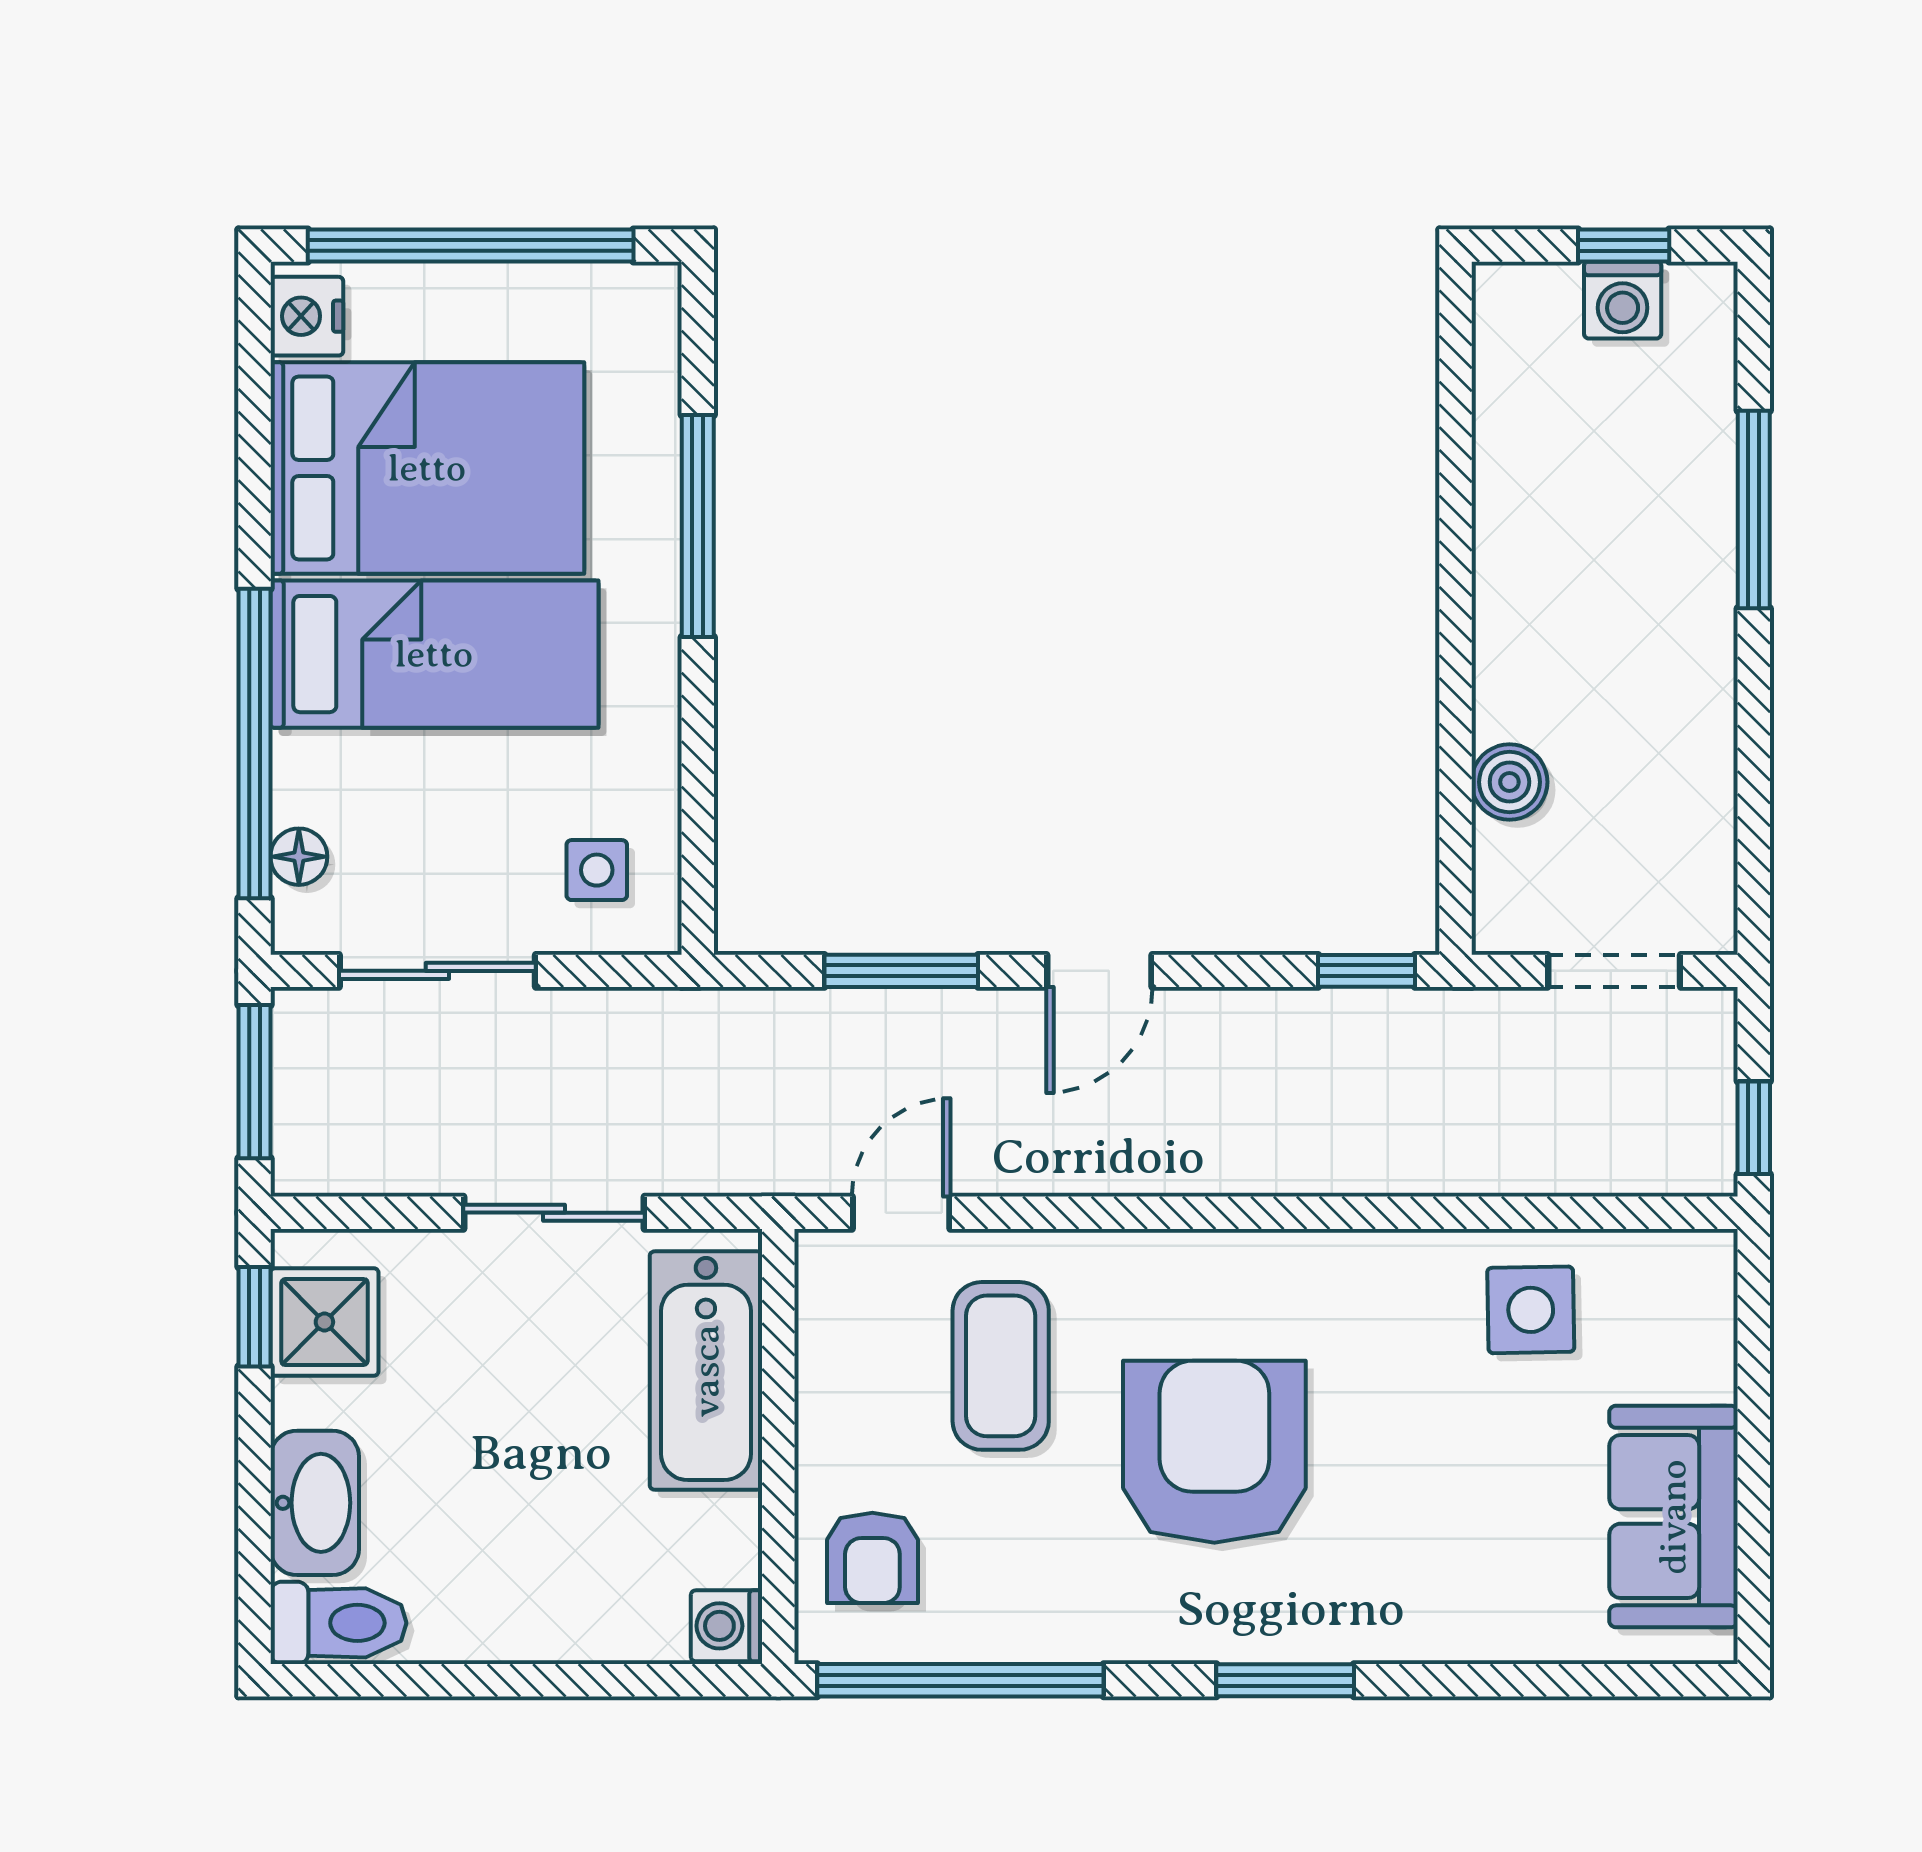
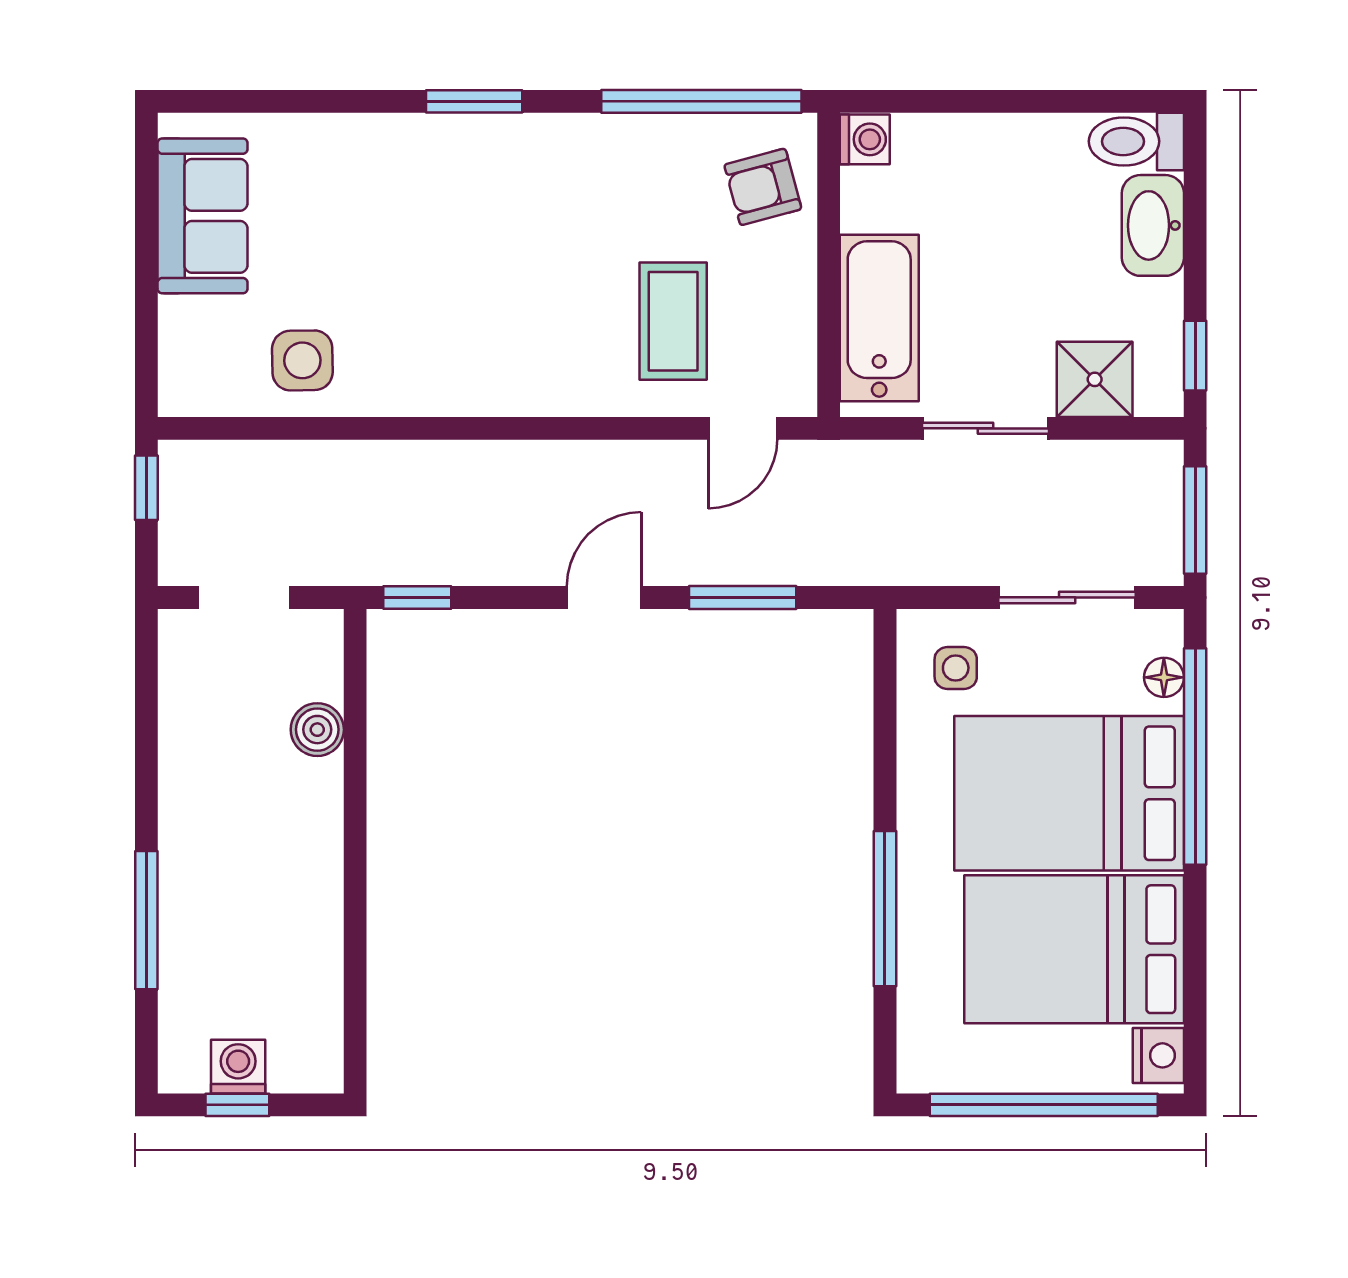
bed: (434, 654) -> (1069, 793), width x1.50
shower: (324, 1322) -> (1095, 379), moved
armchair: (1214, 1452) -> (524, 261), removed
armchair: (872, 1558) -> (763, 187), turned -105

